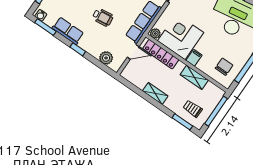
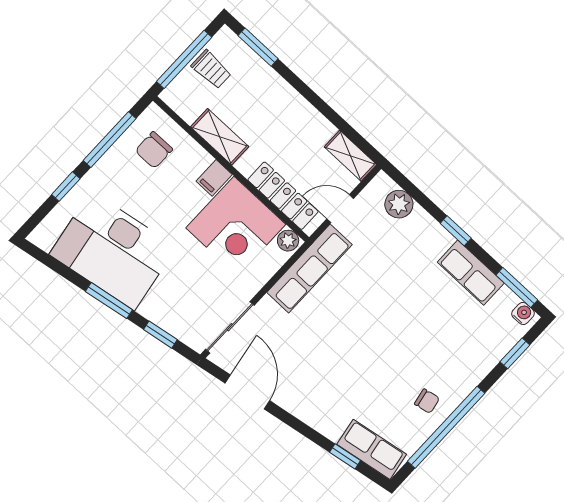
wheelchair: (103, 17) -> (394, 291), removed
shelving: (155, 93) -> (350, 156), moved
trolley: (193, 109) -> (211, 69), moved

